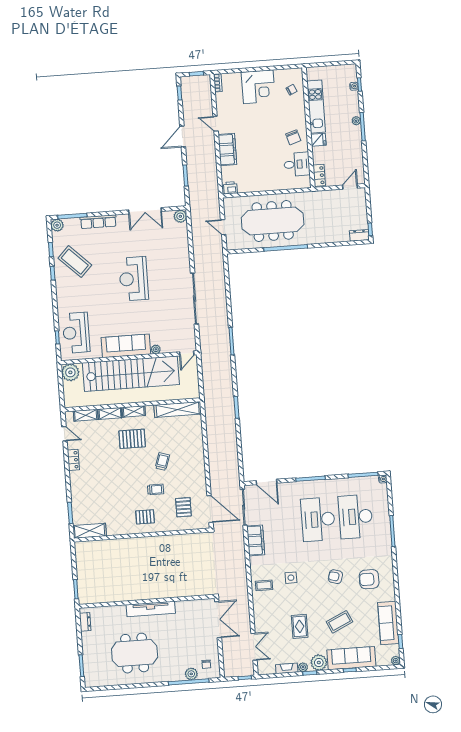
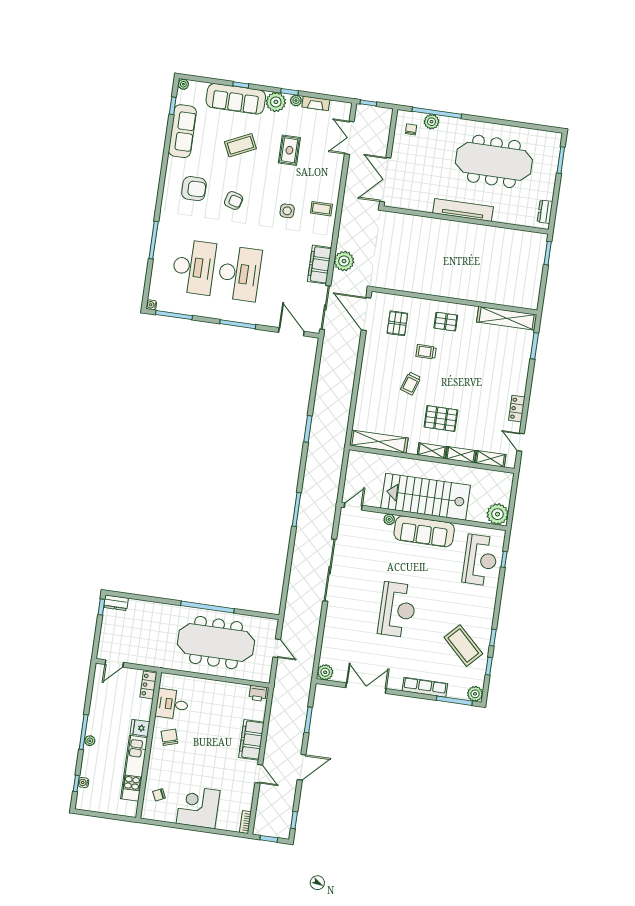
stairs: (131, 374) -> (426, 497), width x0.73
shelving: (90, 531) -> (507, 318), width x1.47
plant: (237, 547) -> (344, 261), added
meeting table: (135, 653) -> (494, 161), width x1.36

